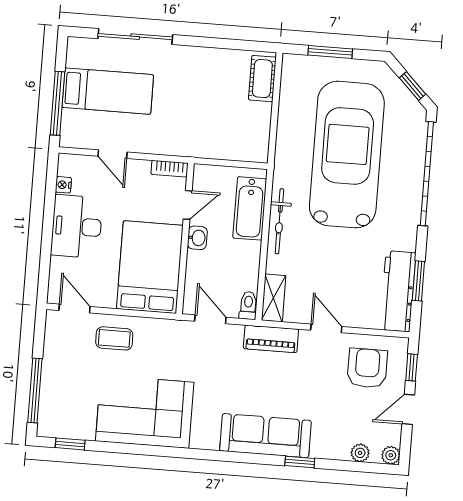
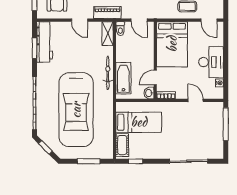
window: (239, 45) -> (136, 161), added
bed: (108, 91) -> (139, 122), moved, turned 180
washbasin: (197, 238) -> (149, 93), moved

